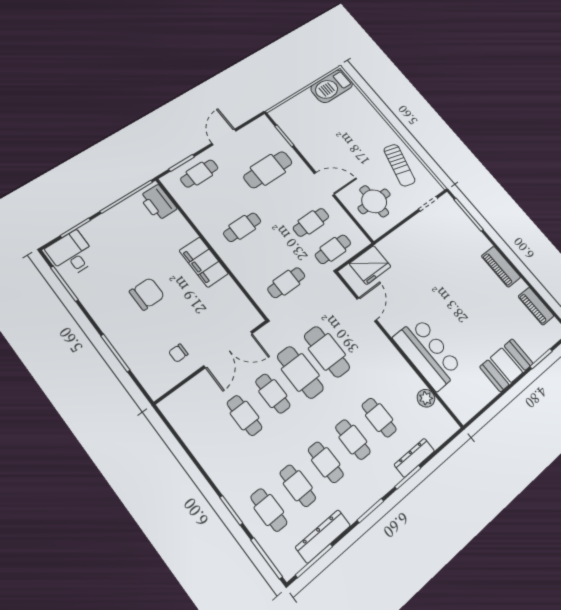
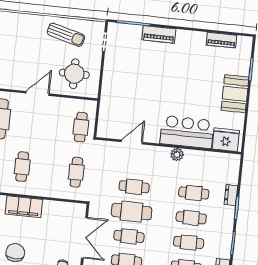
cafe table: (311, 222) -> (54, 124), removed
fridge: (370, 265) -> (226, 140), moved, turned -90
piano: (501, 267) -> (159, 34), moved
door: (367, 309) -> (132, 142), hinge flipped
cafe table: (327, 352) -> (134, 187), width x0.73, depth x0.74
plant: (426, 398) -> (177, 155), moved
dresser: (414, 458) -> (231, 195), width x0.70

